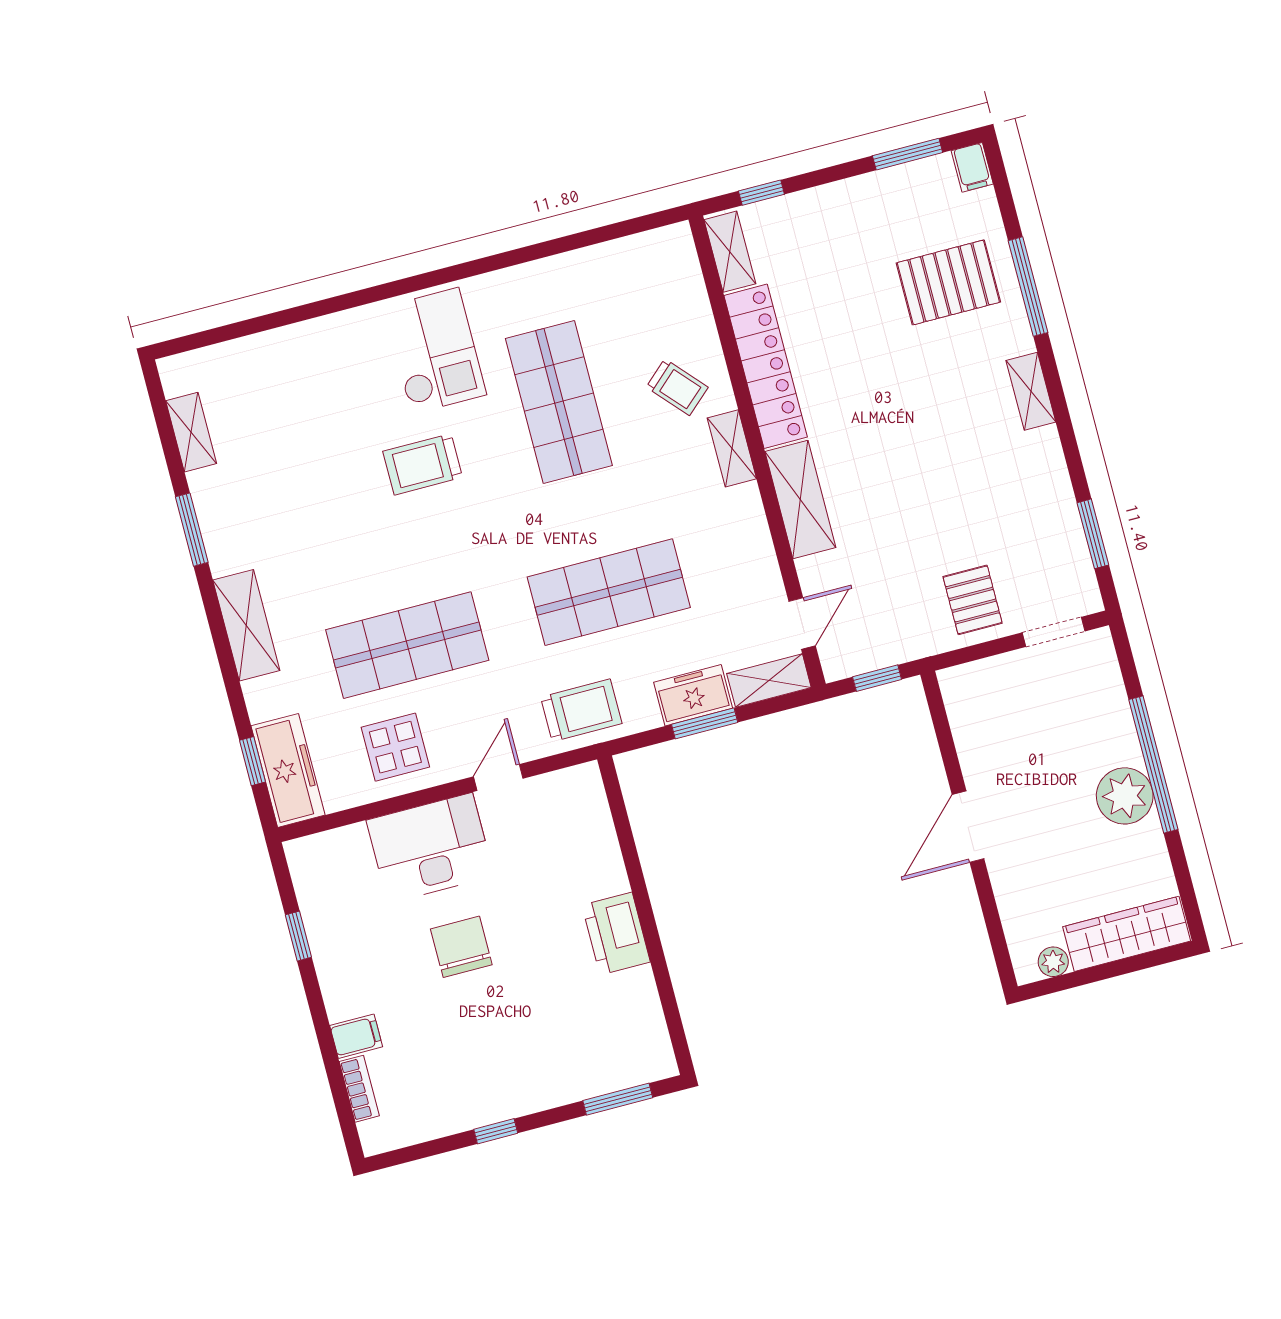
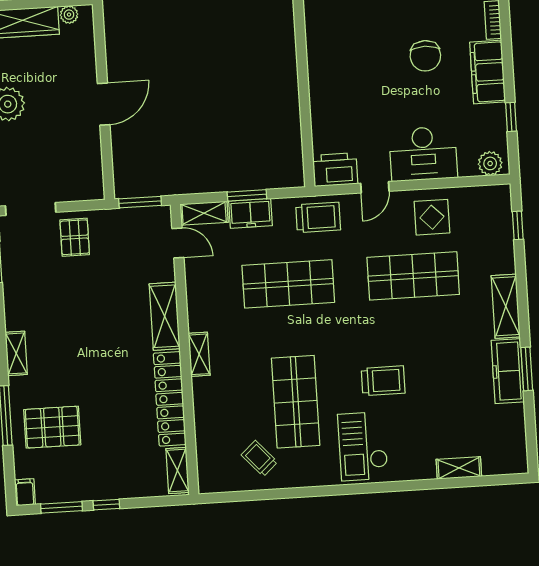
window: (761, 193) -> (106, 505), moved
trolley: (677, 387) -> (259, 458), moved
shelving: (191, 432) -> (459, 468), moved, turned 90
door: (802, 624) -> (178, 243), swing flipped
doorway: (1054, 632) -> (31, 209), width x1.38
window: (877, 678) -> (140, 202), width x1.50
trolley: (581, 710) -> (318, 217), turned 180
freezer: (288, 770) -> (508, 371), moved
plant: (318, 853) -> (490, 163), added
printer: (616, 934) -> (335, 170), moved, turned -90
chair: (461, 947) -> (425, 56), moved
filing cabinet: (356, 1036) -> (488, 72), width x3.00, depth x1.17

